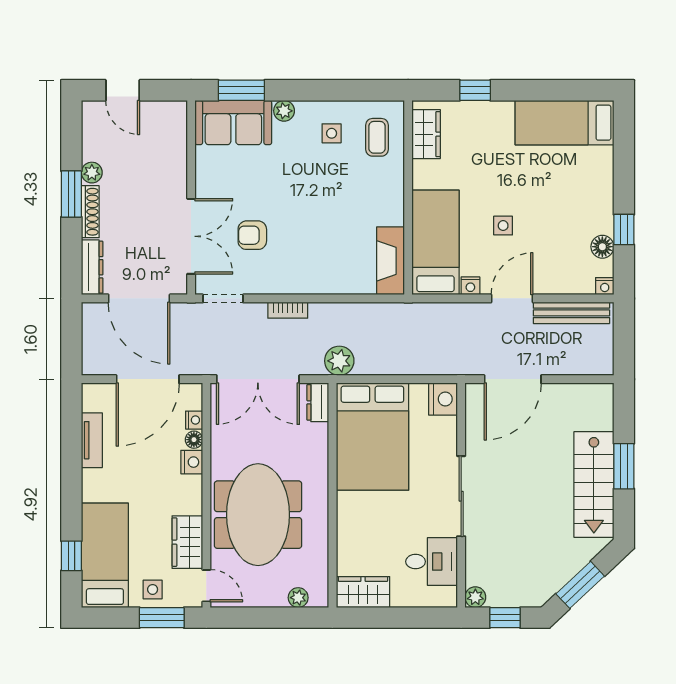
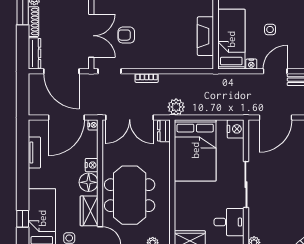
fireplace: (390, 261) -> (205, 36), moved
nightstand: (194, 420) -> (93, 125), moved
floor lamp: (194, 440) -> (89, 182), moved, width x1.89, depth x1.89

